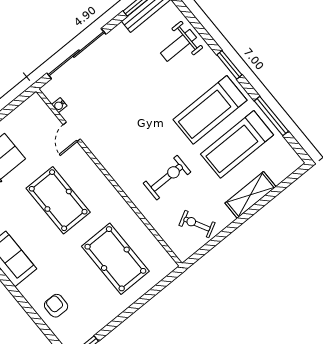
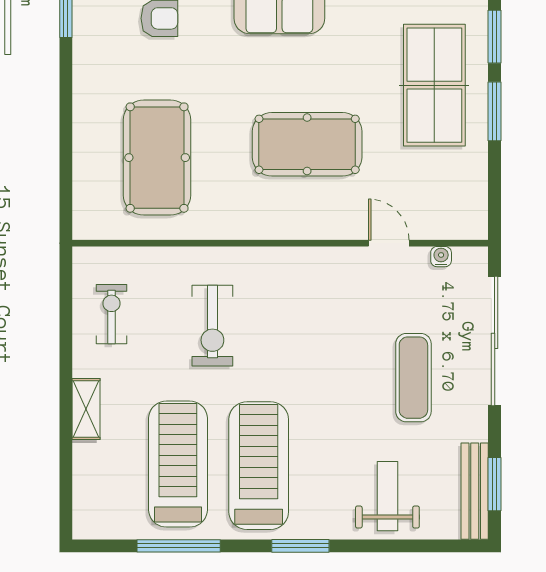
exercise mat: (120, 75) -> (413, 378), added
shelving: (250, 195) -> (86, 409), width x0.67, depth x0.75
exercise bike: (197, 224) -> (111, 314), turned -62
pool table: (115, 259) -> (157, 158), turned 90

